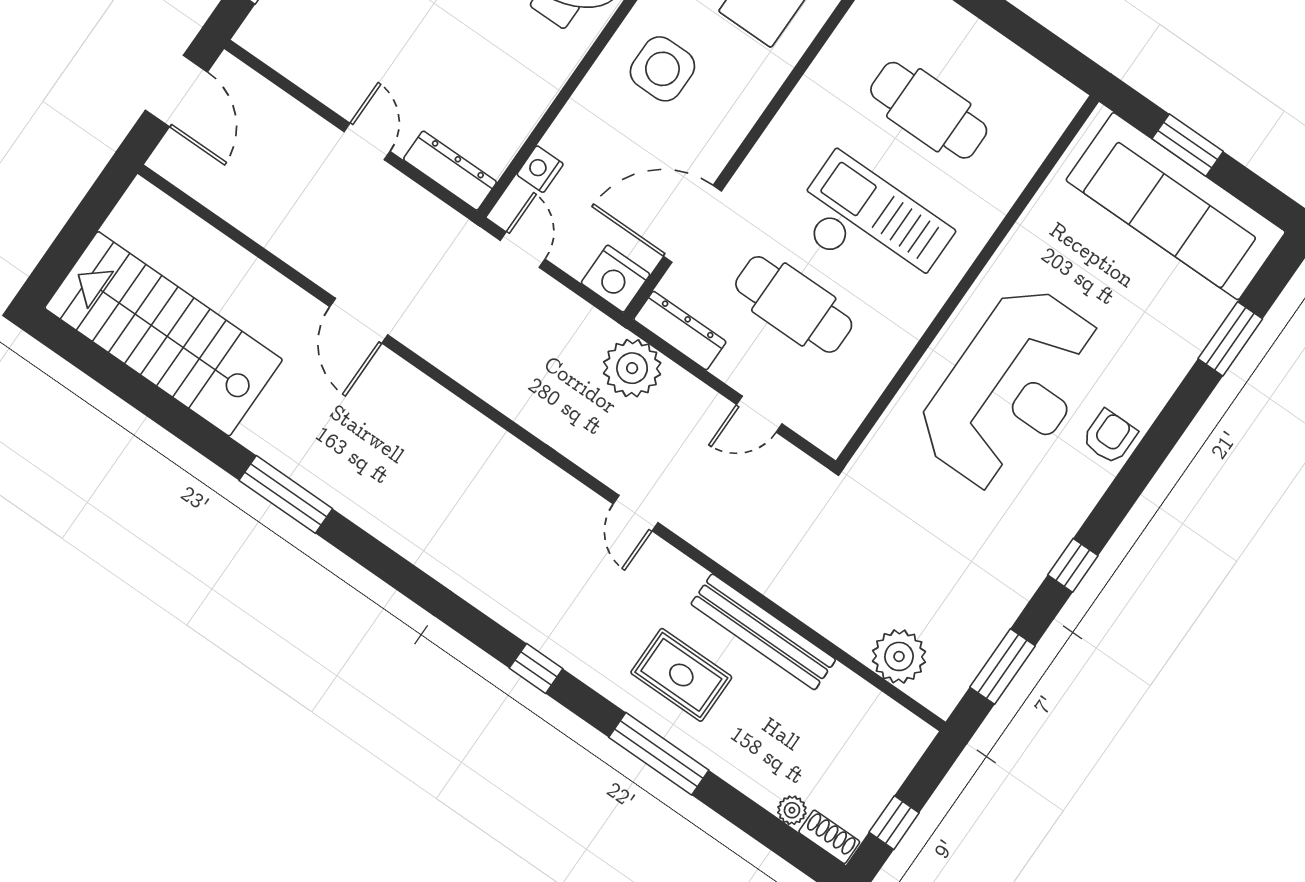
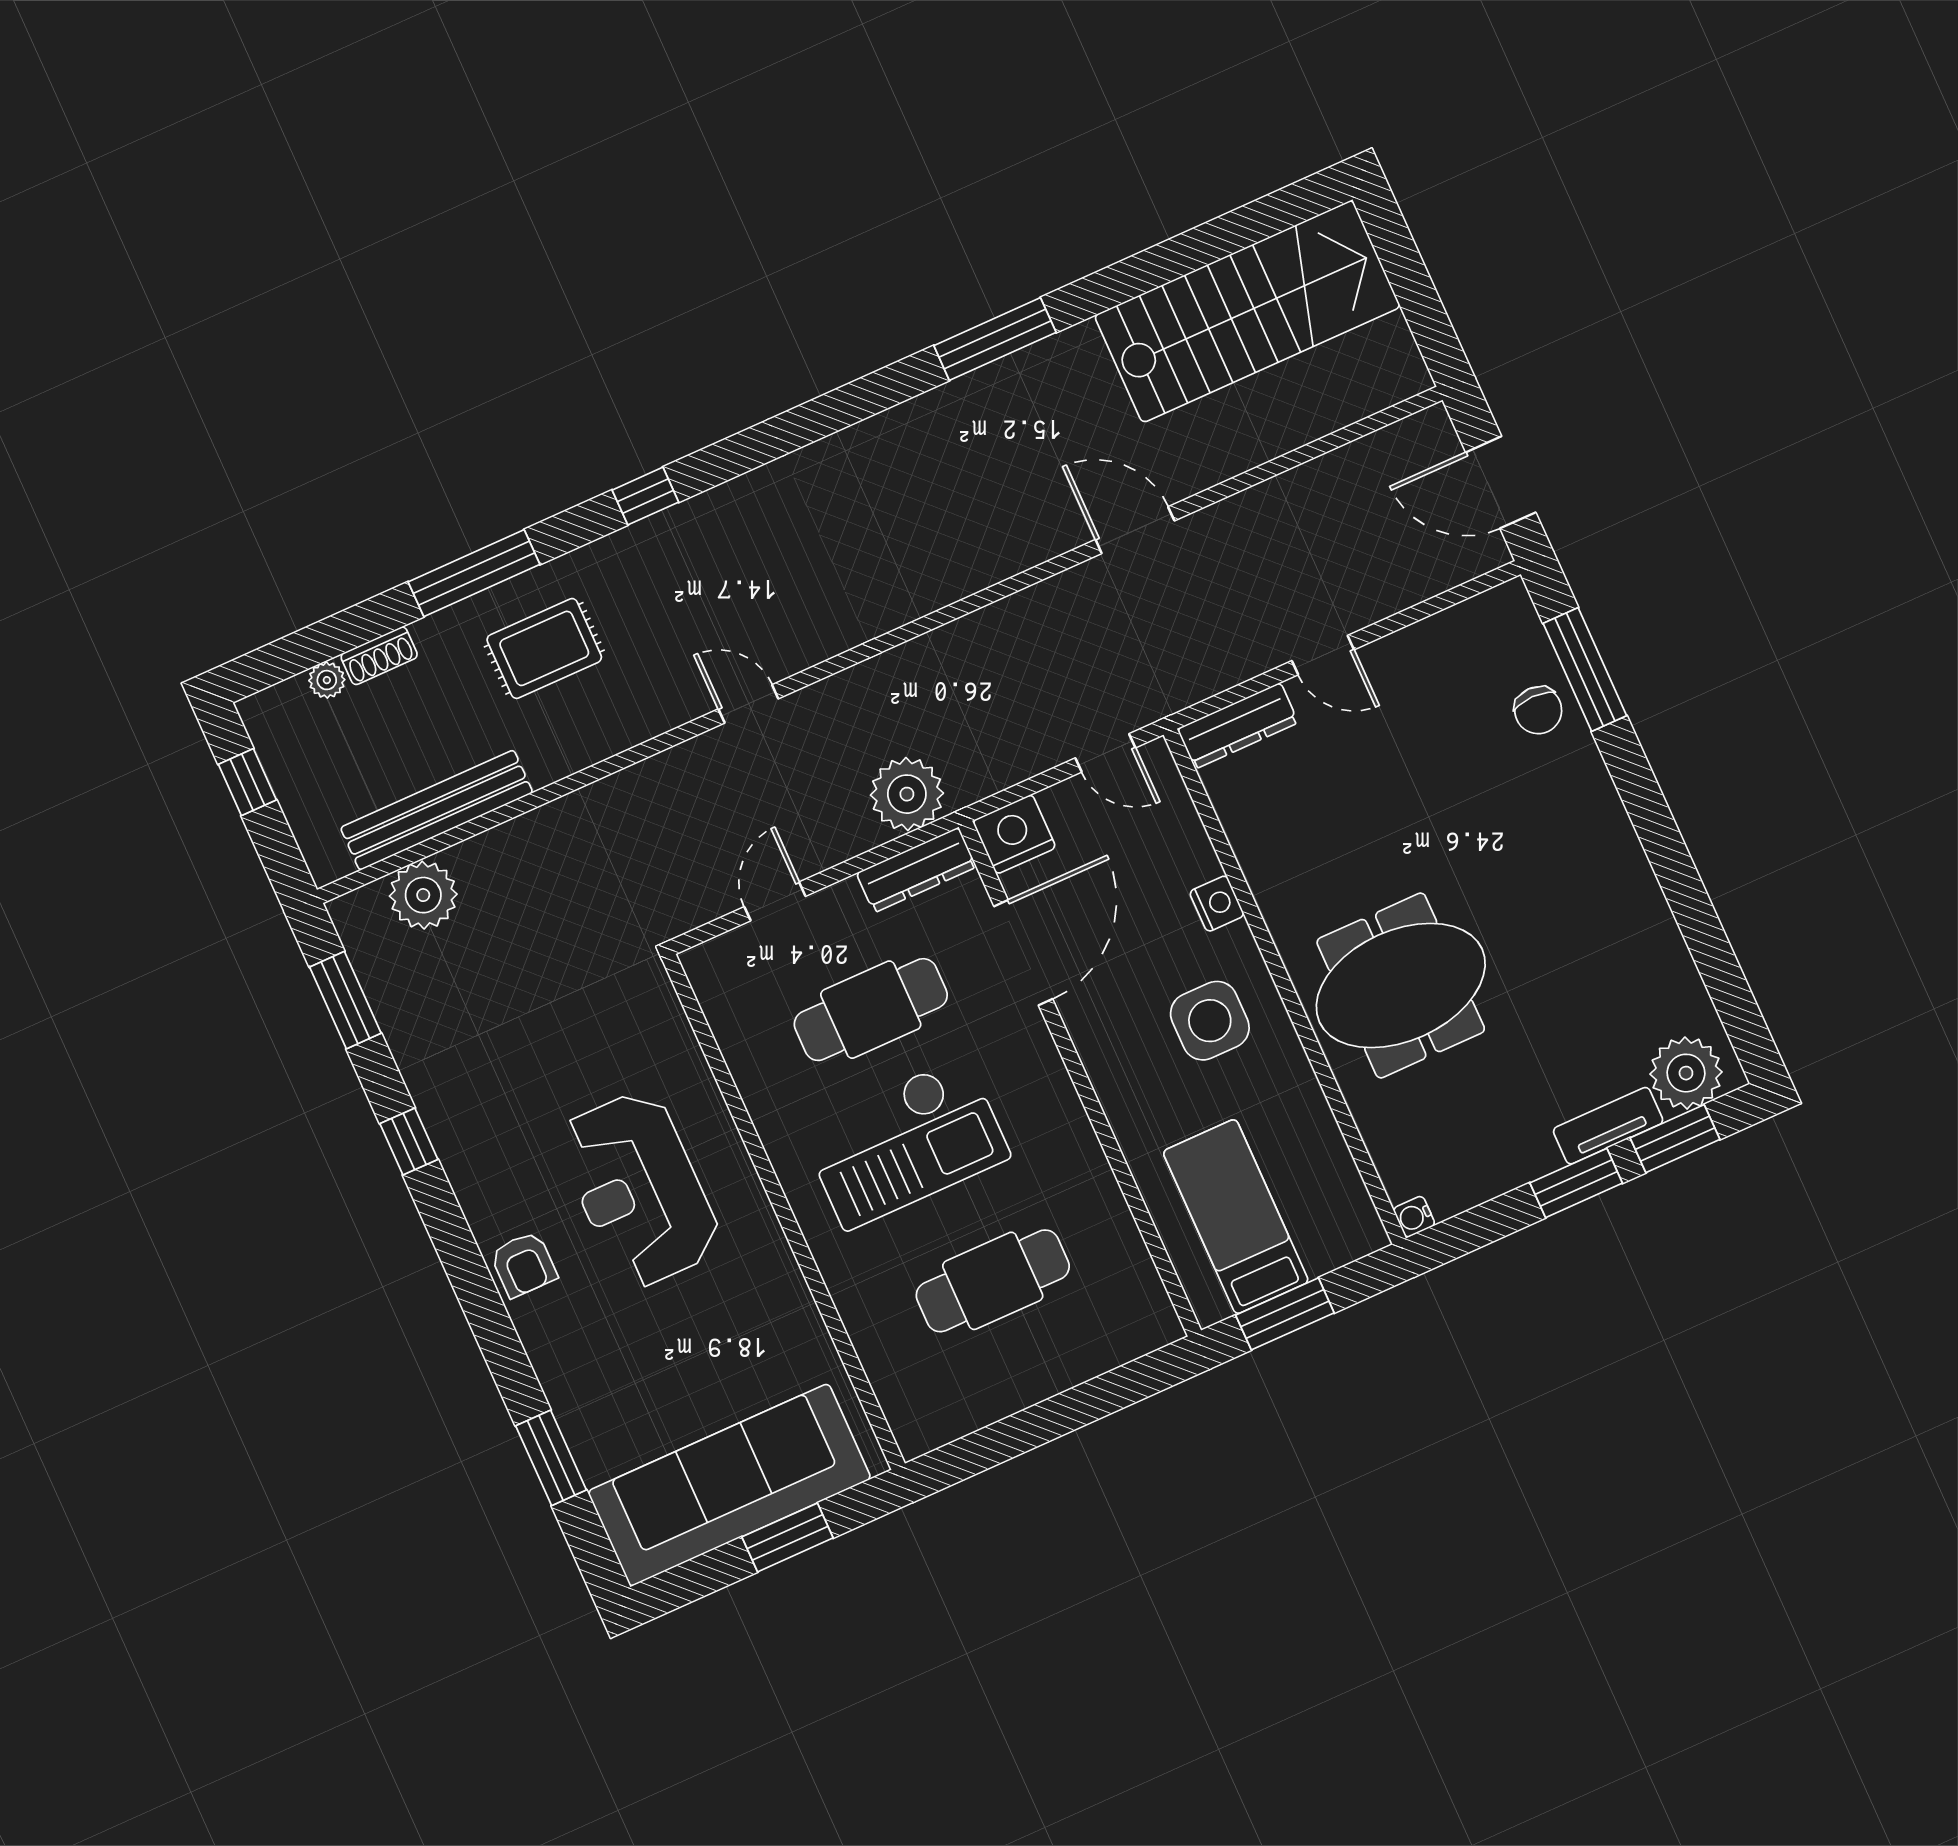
nightstand: (540, 169) -> (1217, 904), moved
reception desk: (1011, 389) -> (639, 1189), width x0.74, depth x0.77
bench: (763, 632) -> (437, 810), moved
shoe rack: (829, 837) -> (379, 656), moved

